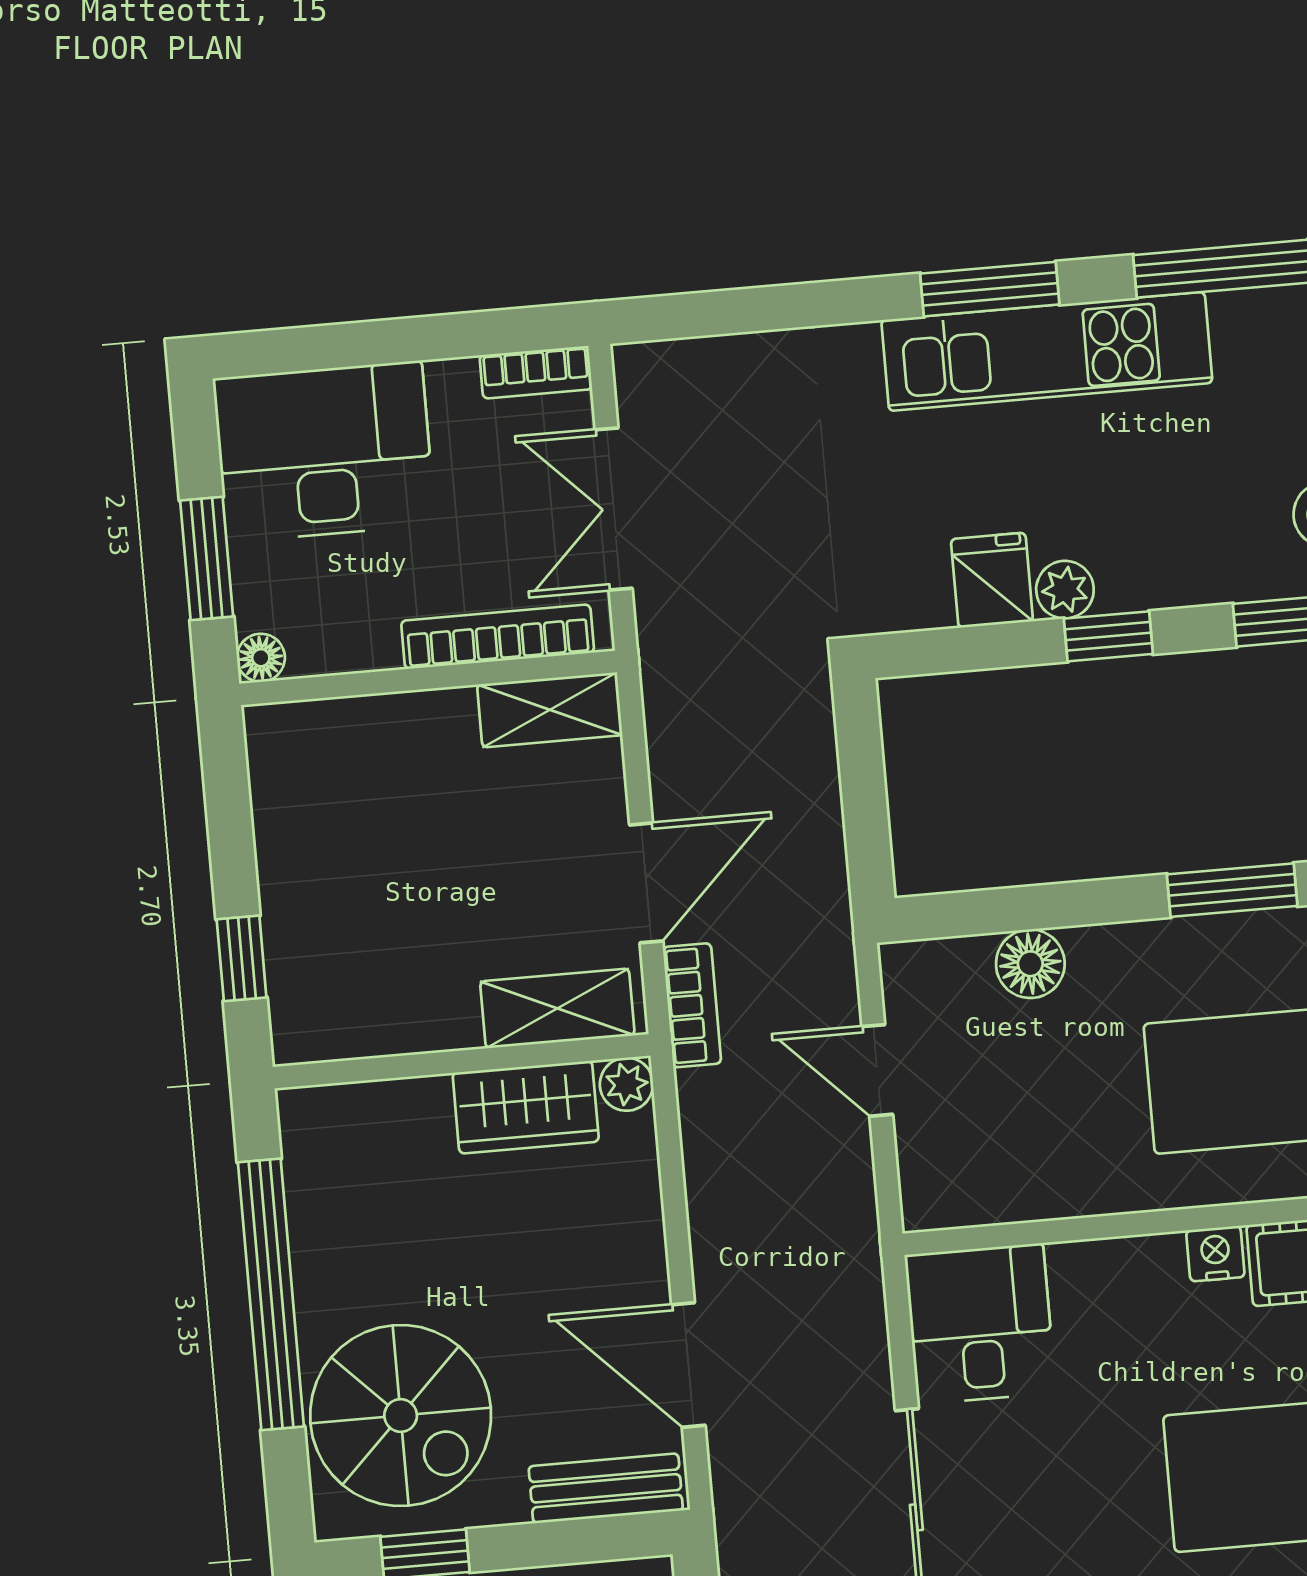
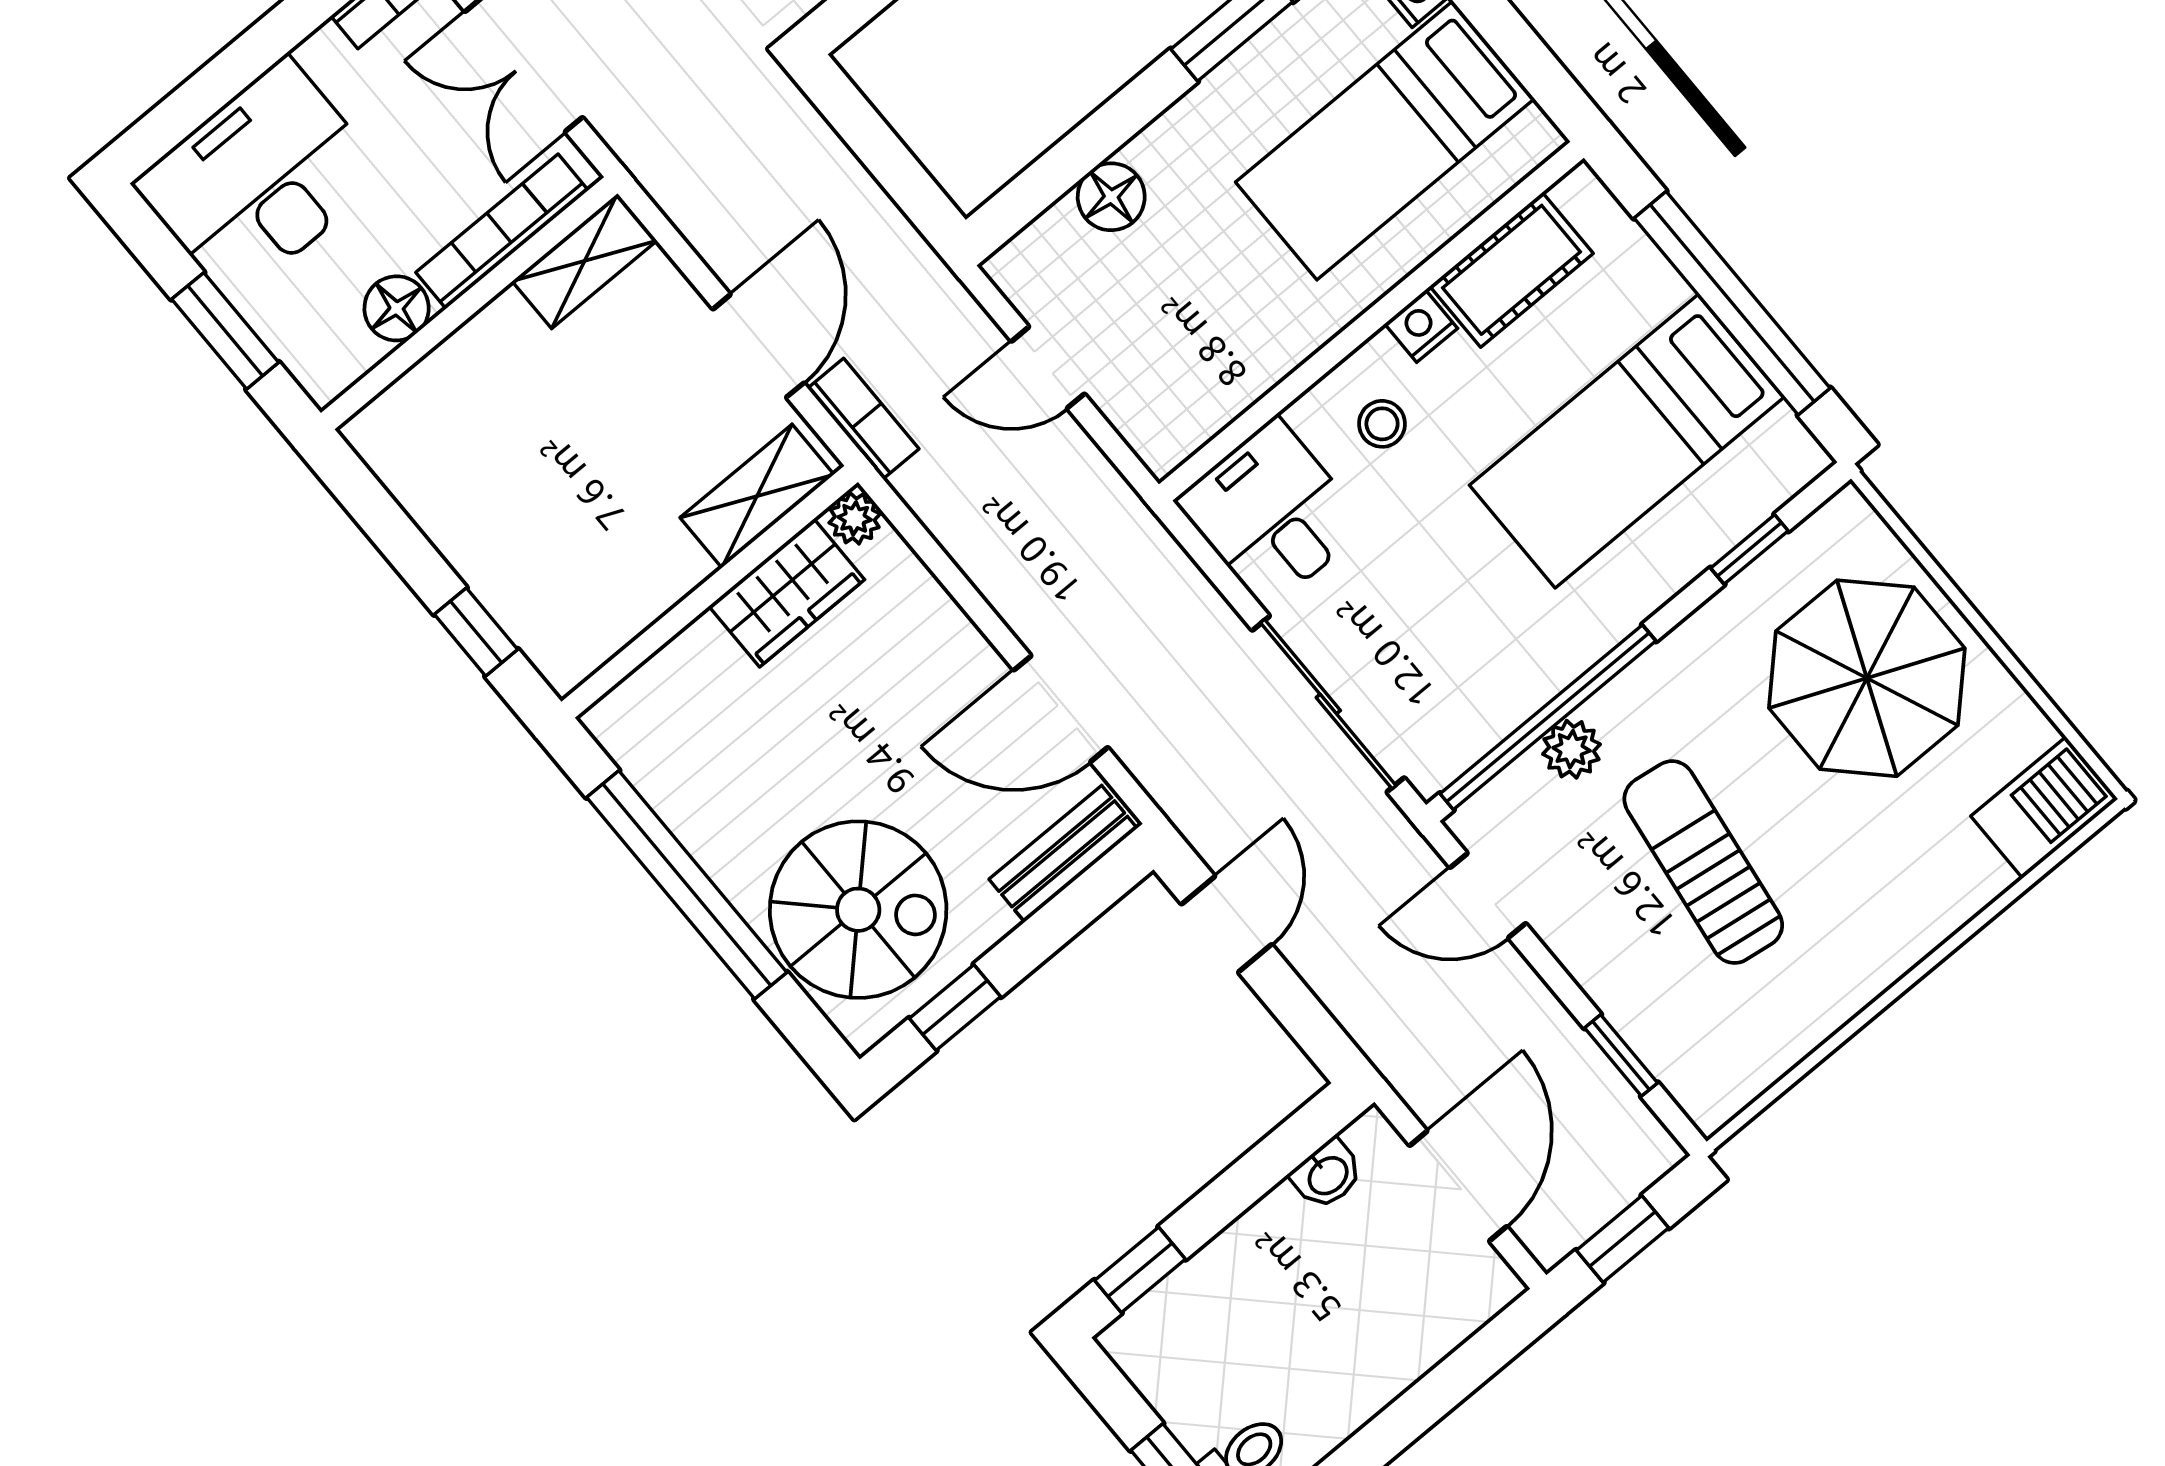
floor lamp: (261, 658) -> (397, 308), moved, width x1.37, depth x1.37
stool: (1125, 1313) -> (1382, 424), added

